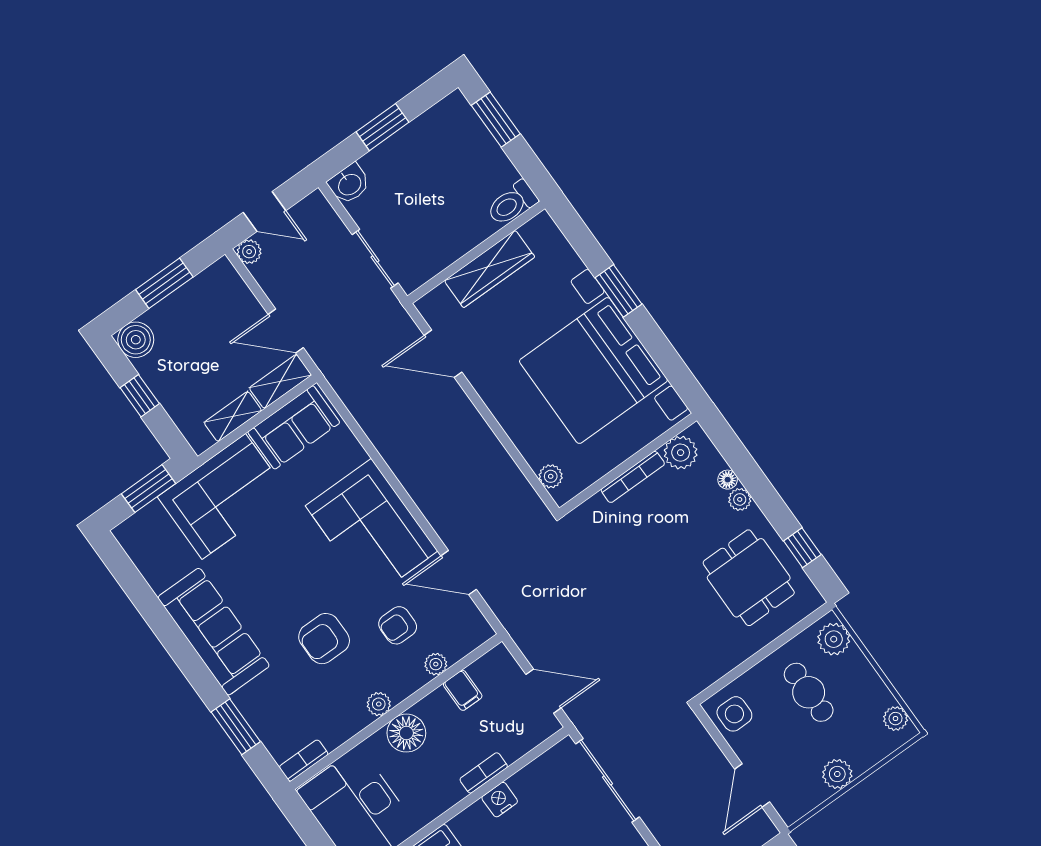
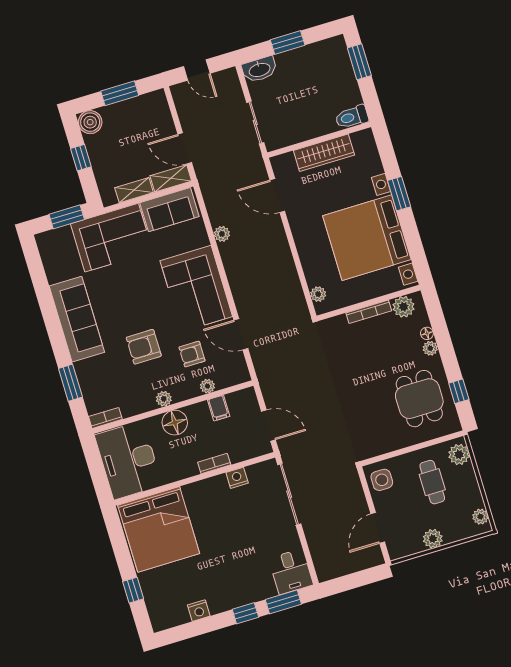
washbasin: (349, 184) -> (259, 69), width x1.38
plant: (249, 252) -> (222, 234), moved
nightstand: (500, 800) -> (237, 478), moved

